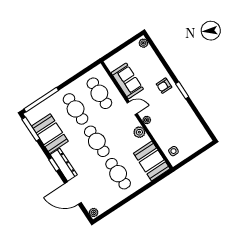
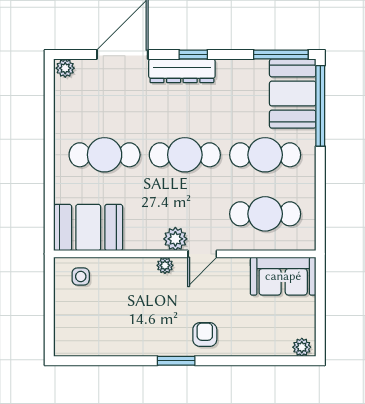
sofa: (127, 81) -> (283, 276), moved
plant: (139, 132) -> (175, 239), moved
booth: (50, 134) -> (293, 94), moved, turned 90

